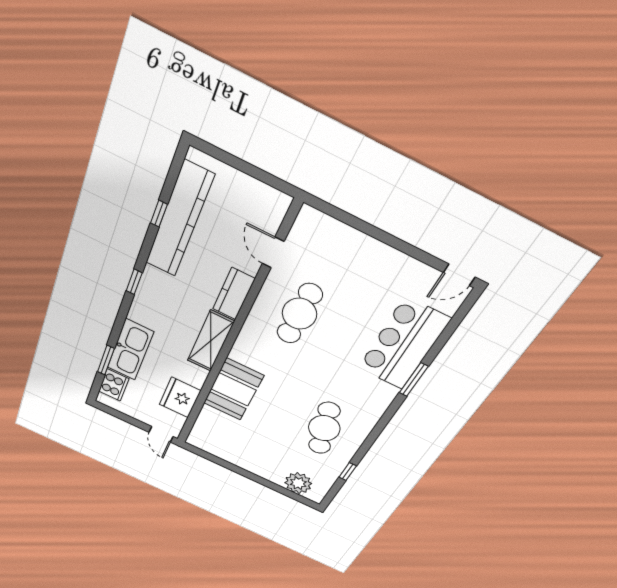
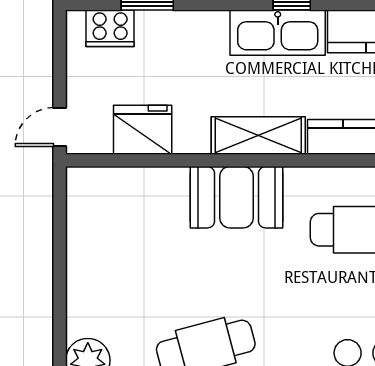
kitchen sink: (130, 350) -> (278, 33), moved
booth: (233, 389) -> (237, 197), moved

